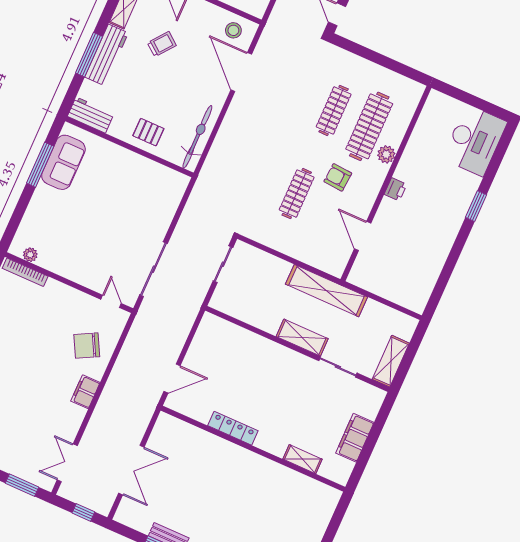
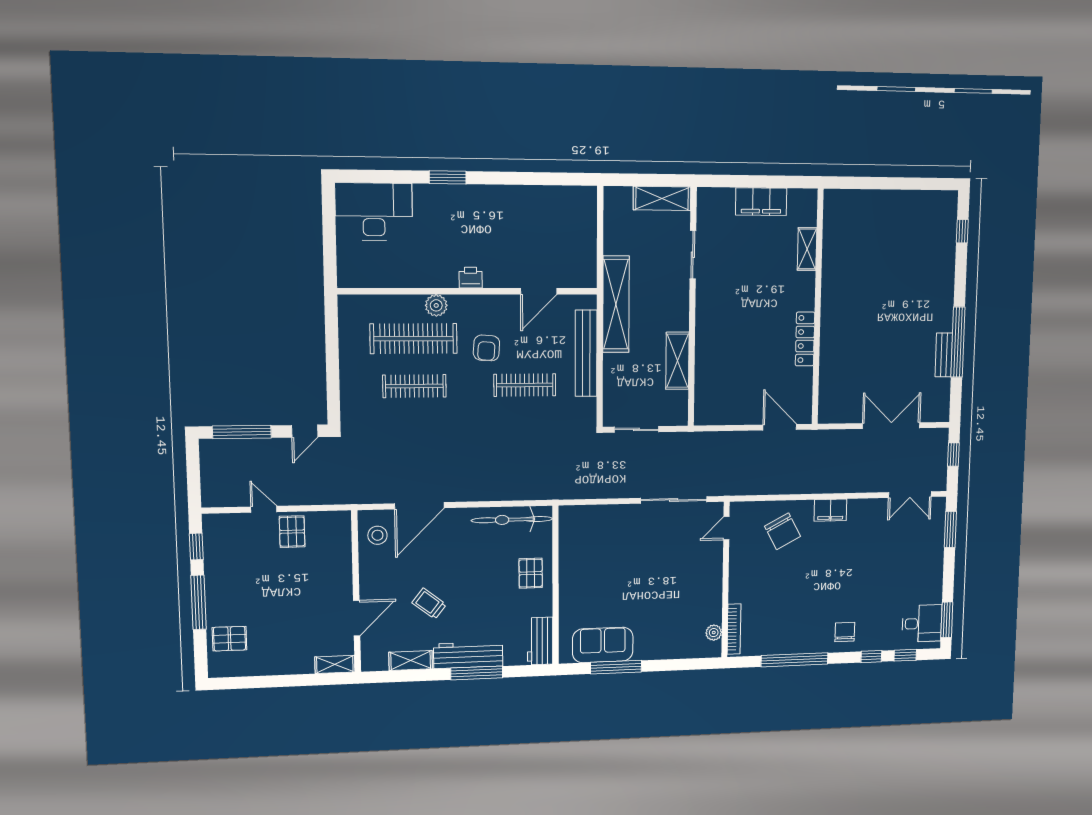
bench: (300, 251) -> (586, 353), added
shelving: (302, 338) -> (677, 361), moved

